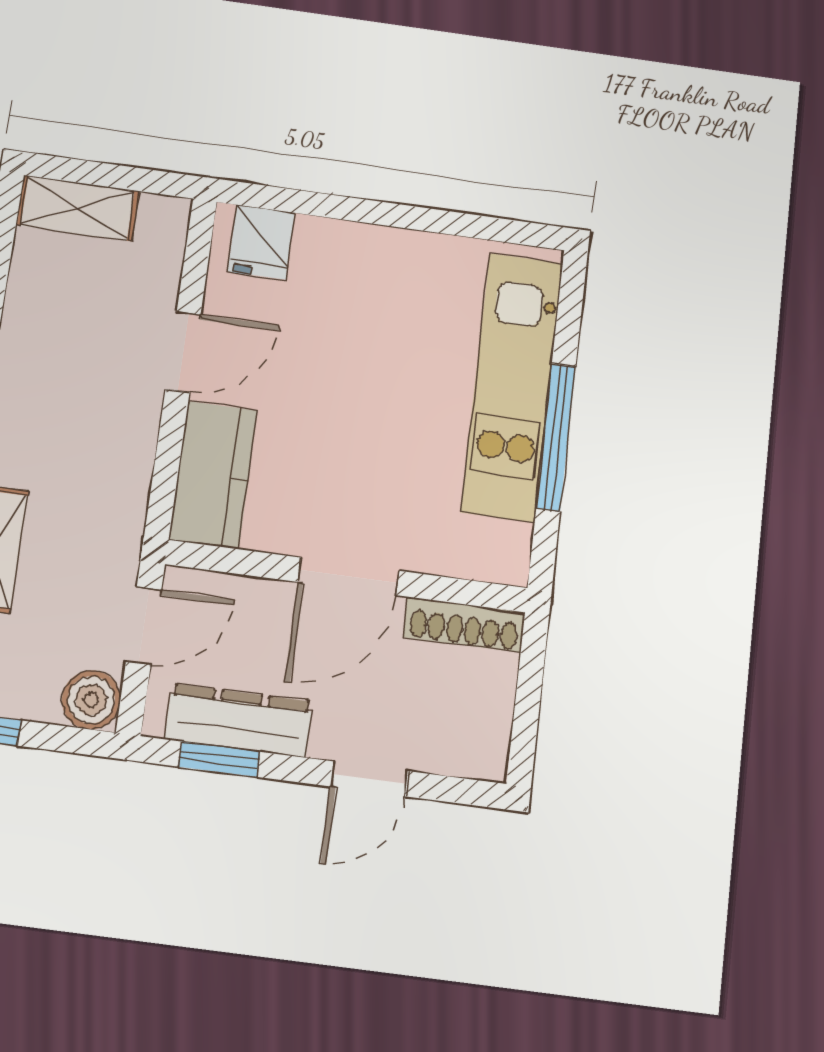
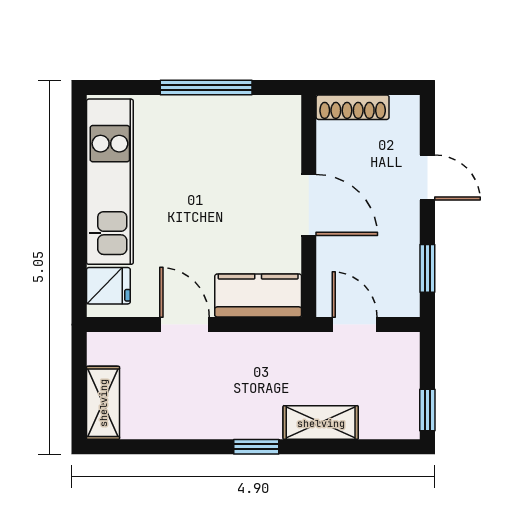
kitchen unit: (512, 386) -> (110, 182), moved, turned -90
shoe rack: (464, 625) -> (353, 107), moved, turned 90
boiler: (91, 700) -> (403, 349), removed
dresser: (239, 720) -> (403, 260), removed

